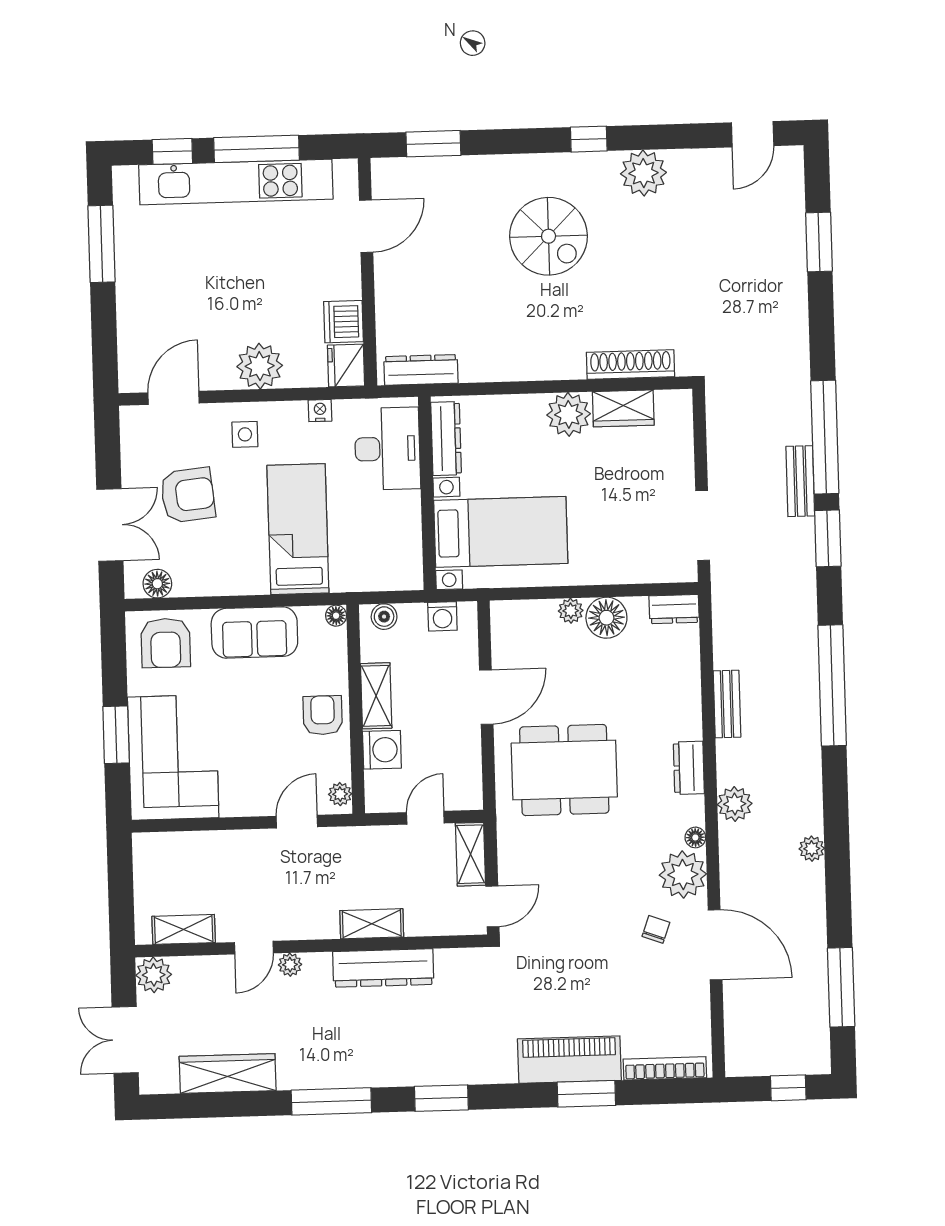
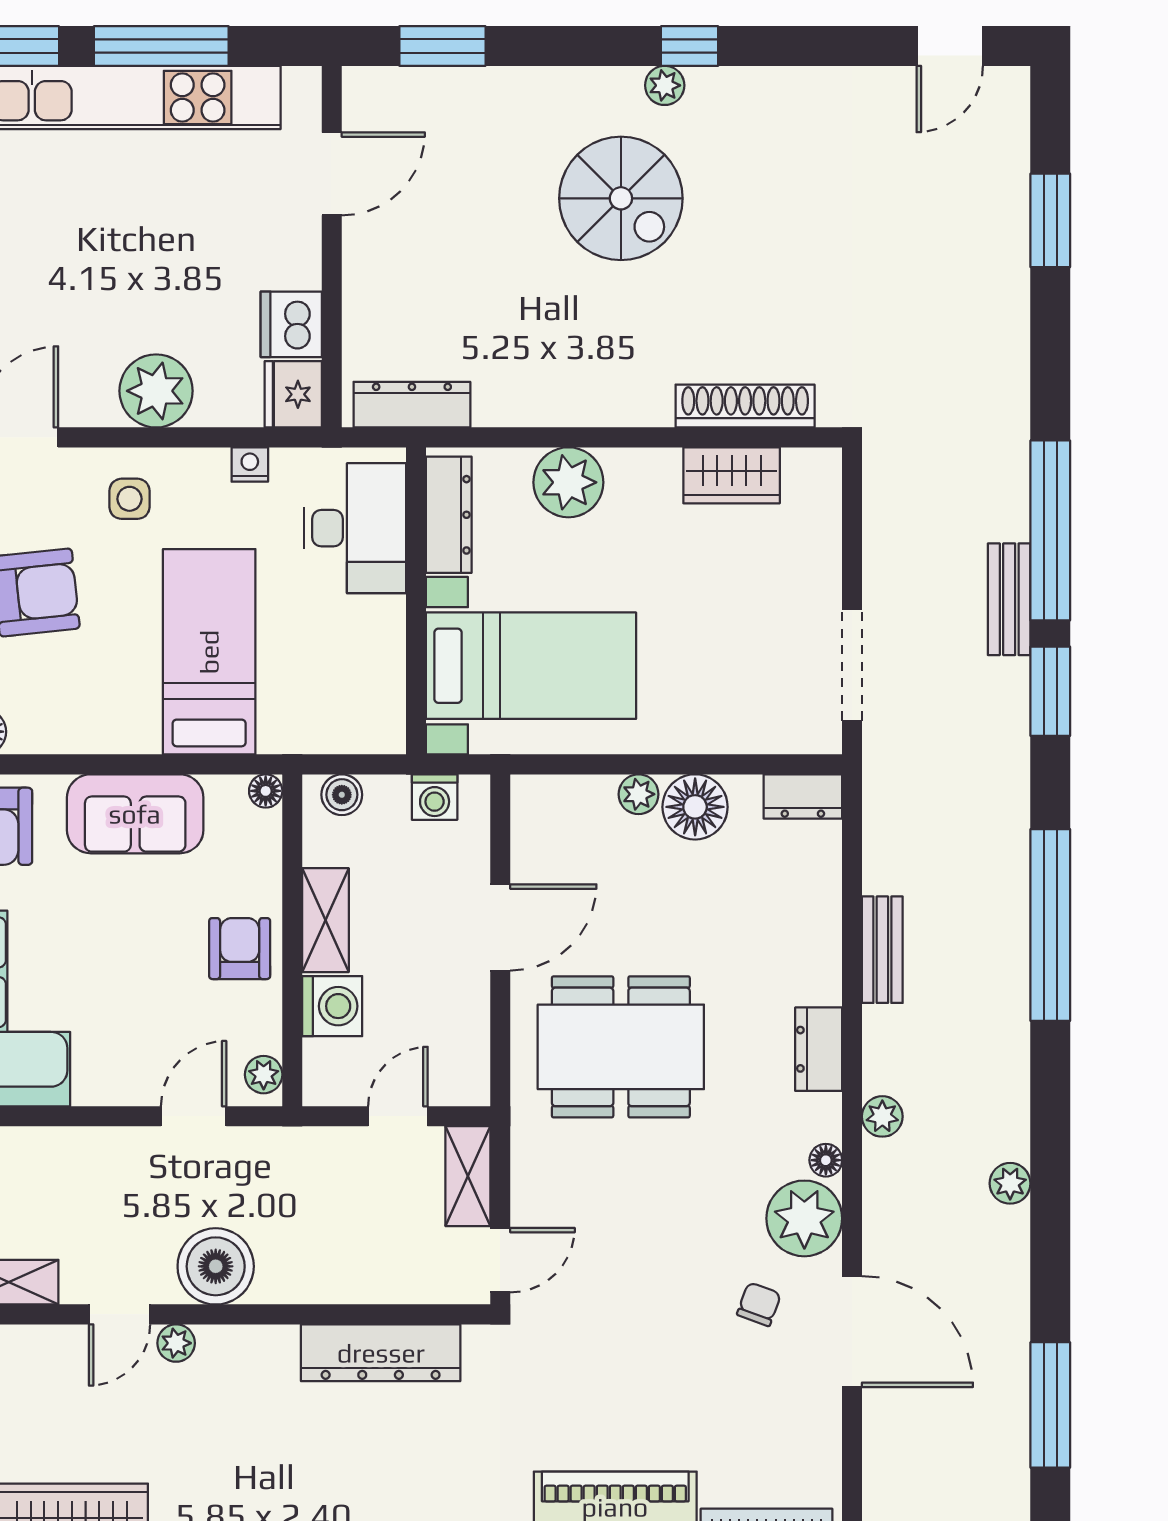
plant: (643, 173) -> (665, 85), moved, width x0.53, depth x0.53
plant: (569, 414) -> (568, 482), moved
plant: (735, 804) -> (882, 1116), width x0.73, depth x0.73
boiler: (313, 916) -> (216, 1266), added
shelving: (372, 924) -> (308, 1282), removed
dresser: (383, 968) -> (381, 1353), moved

